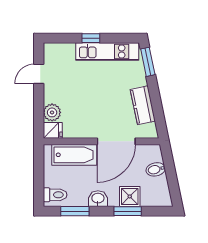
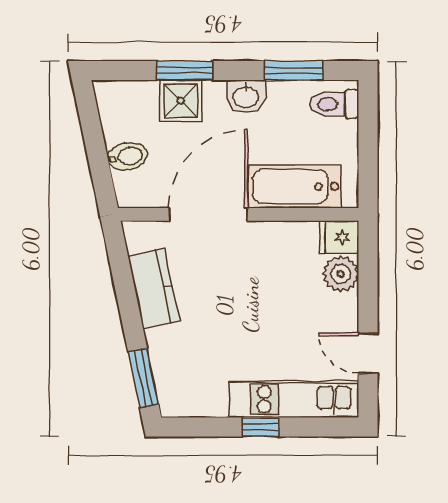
kitchen unit: (107, 51) -> (294, 399), moved
door: (39, 74) -> (368, 353), swing flipped

